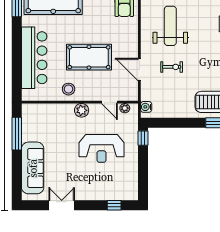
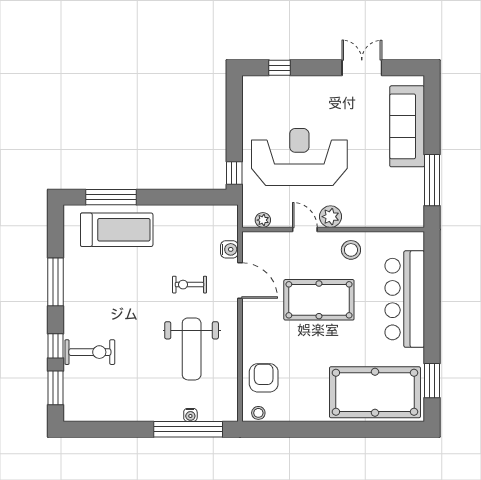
door: (109, 102) -> (305, 229), moved
water cooler: (146, 107) -> (229, 249), moved
reception desk: (101, 148) -> (299, 157), width x1.36, depth x1.30
double door: (62, 205) -> (362, 68), swing flipped

